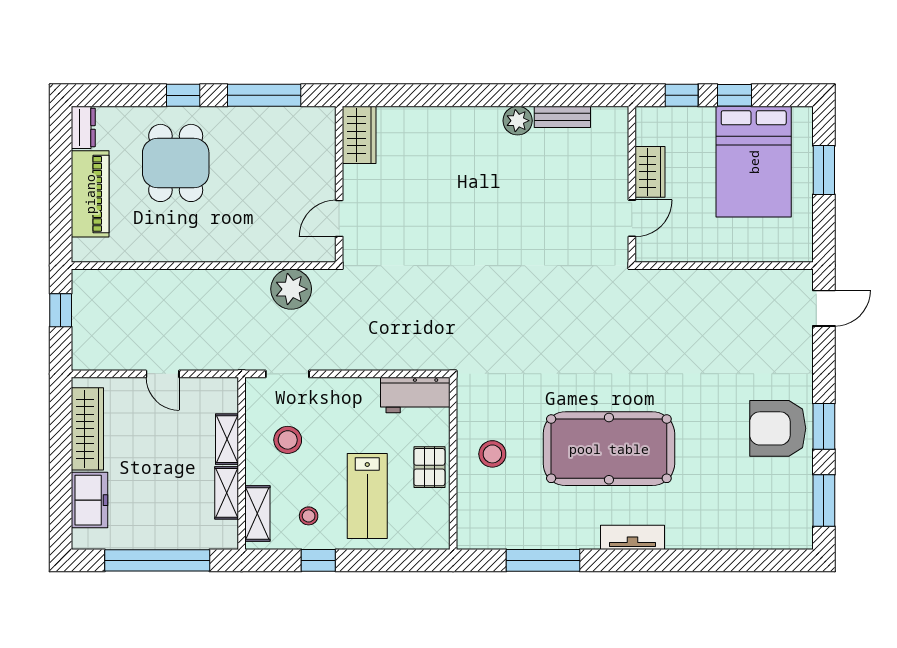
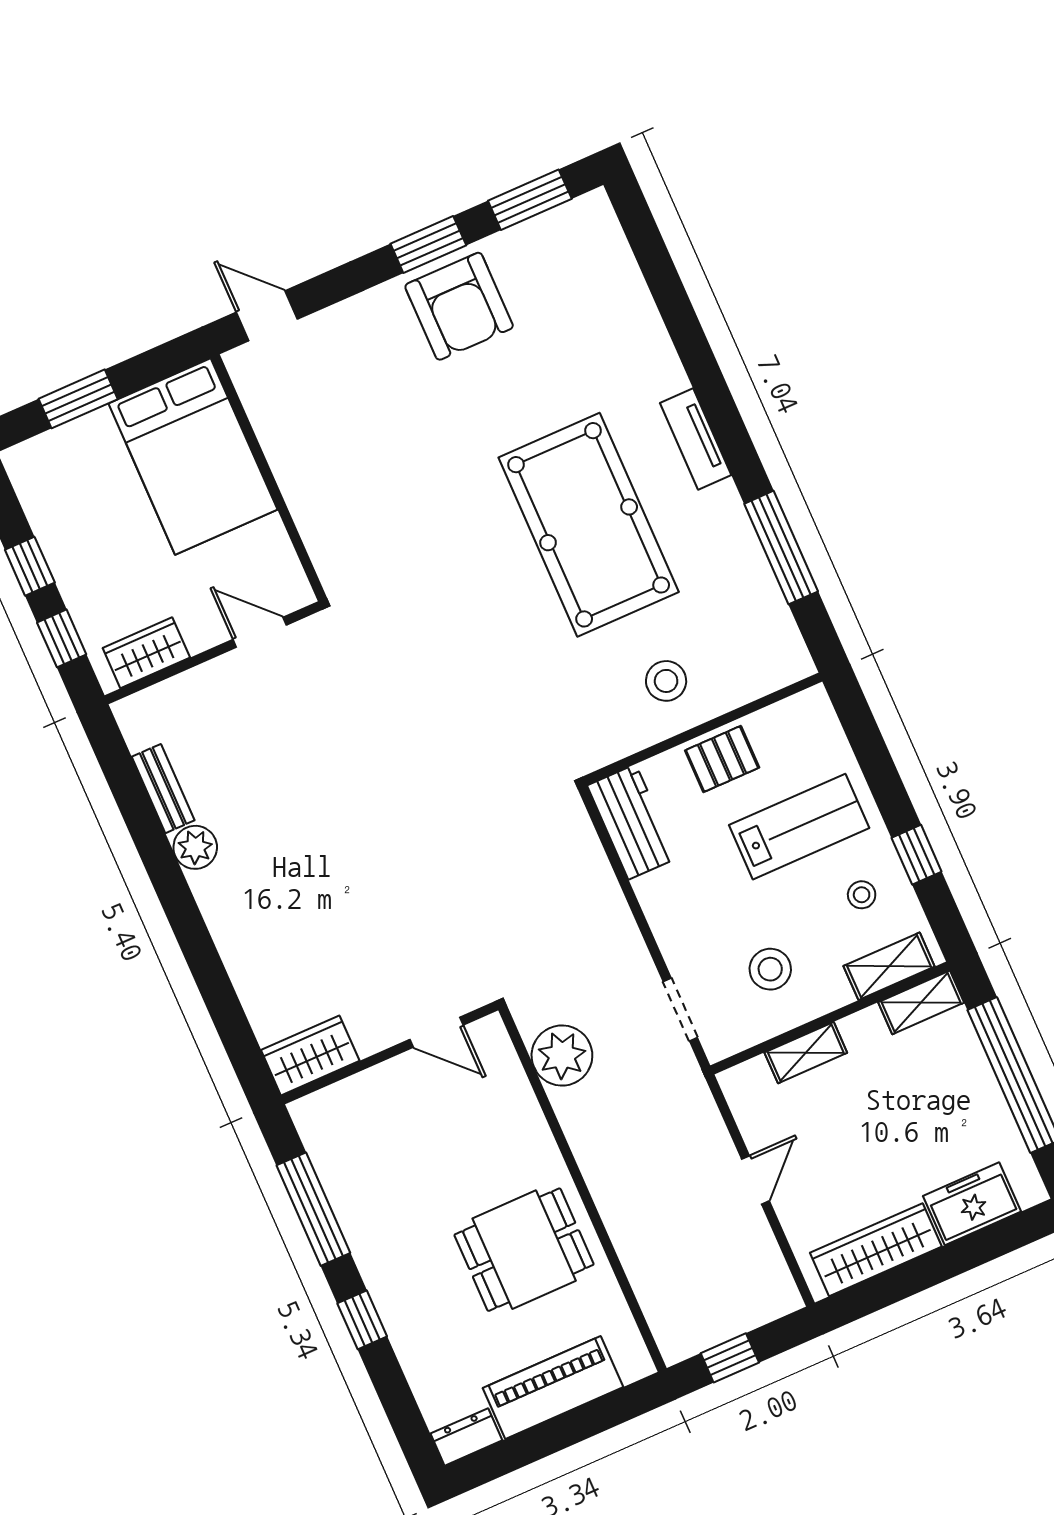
bed: (754, 162) -> (193, 457), moved, turned 90
dining table: (176, 163) -> (524, 1250), moved
wardrobe: (650, 172) -> (146, 653), moved
shelving: (227, 493) -> (921, 1002), moved

